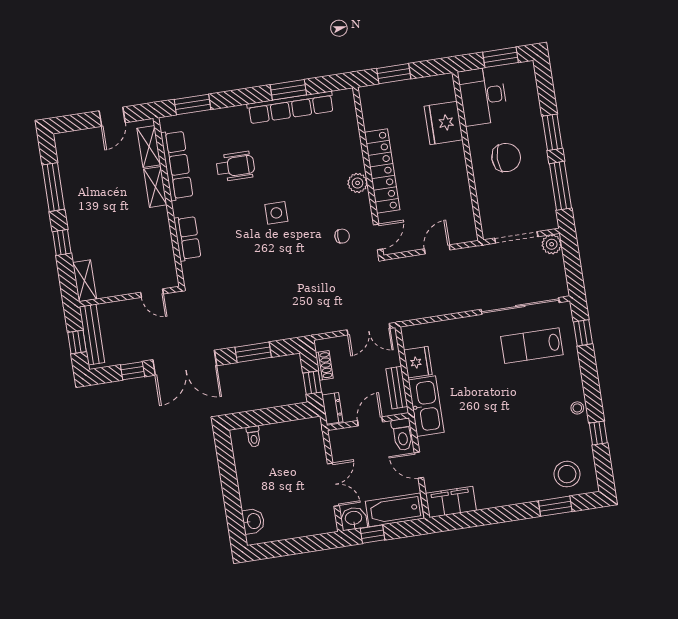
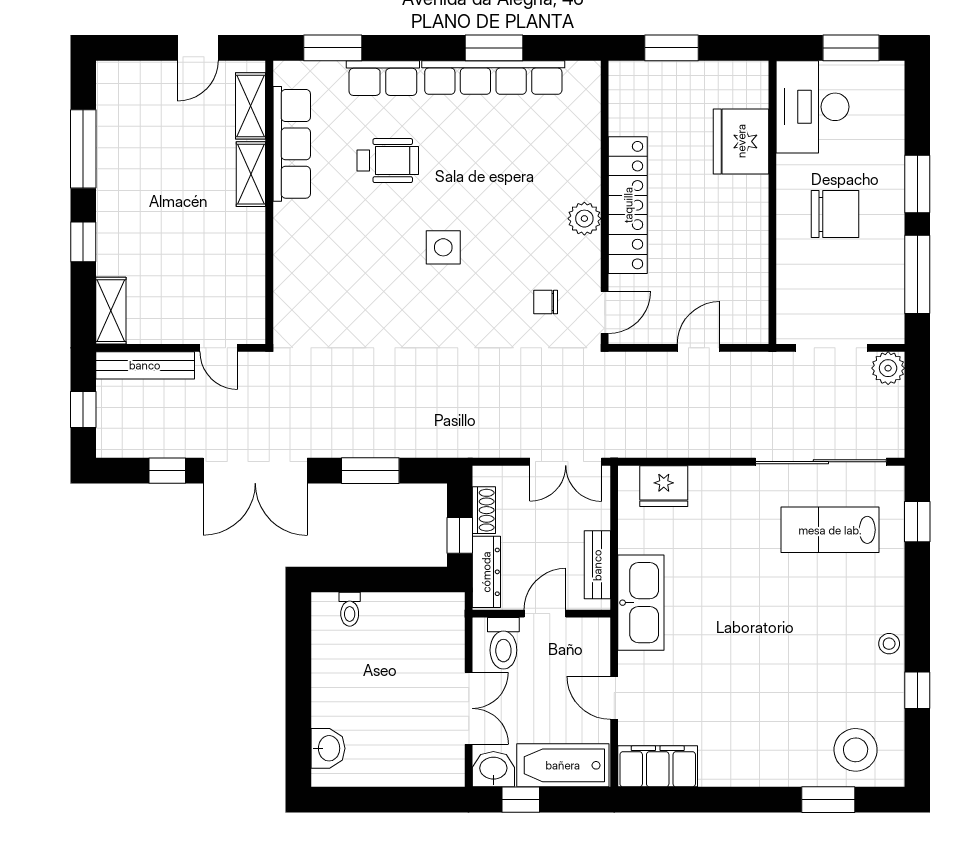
chair: (342, 236) -> (546, 302), turned 180
row of seats: (187, 238) -> (383, 78), moved, turned 90
bench: (92, 335) -> (145, 365), moved, turned 90
fridge: (418, 362) -> (664, 486), moved, turned 90
dresser: (332, 408) -> (486, 572), width x1.44
toilet: (402, 434) -> (503, 643), moved

